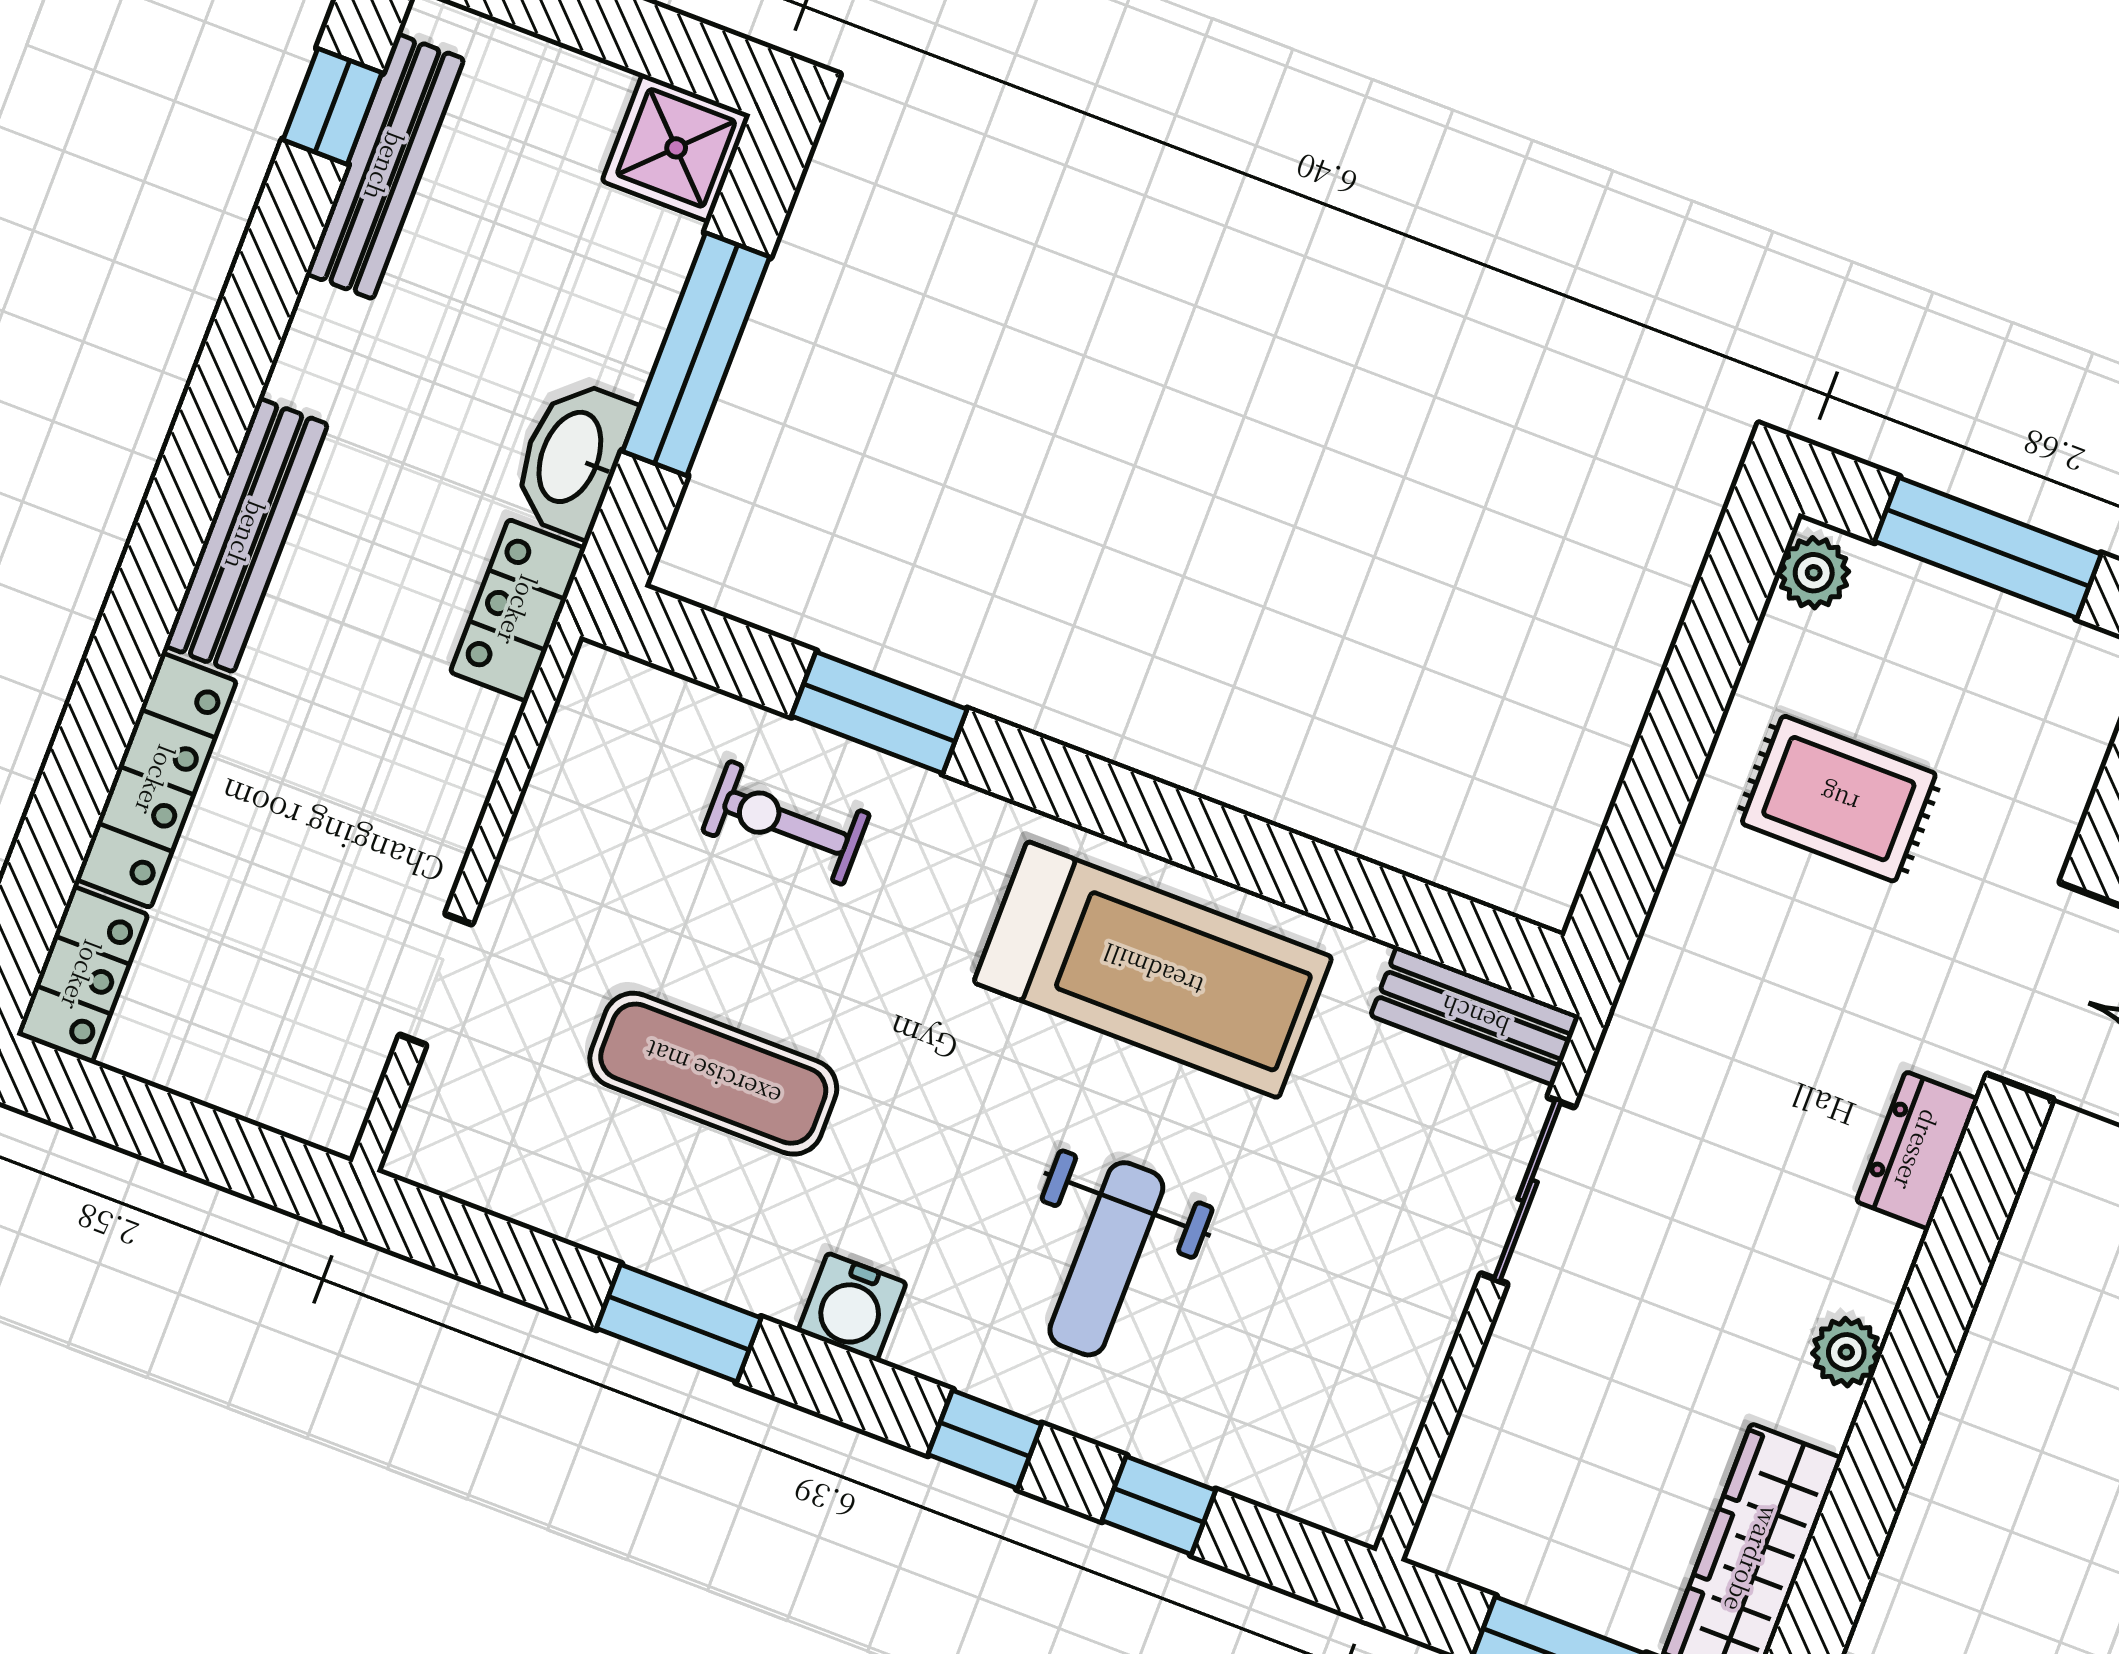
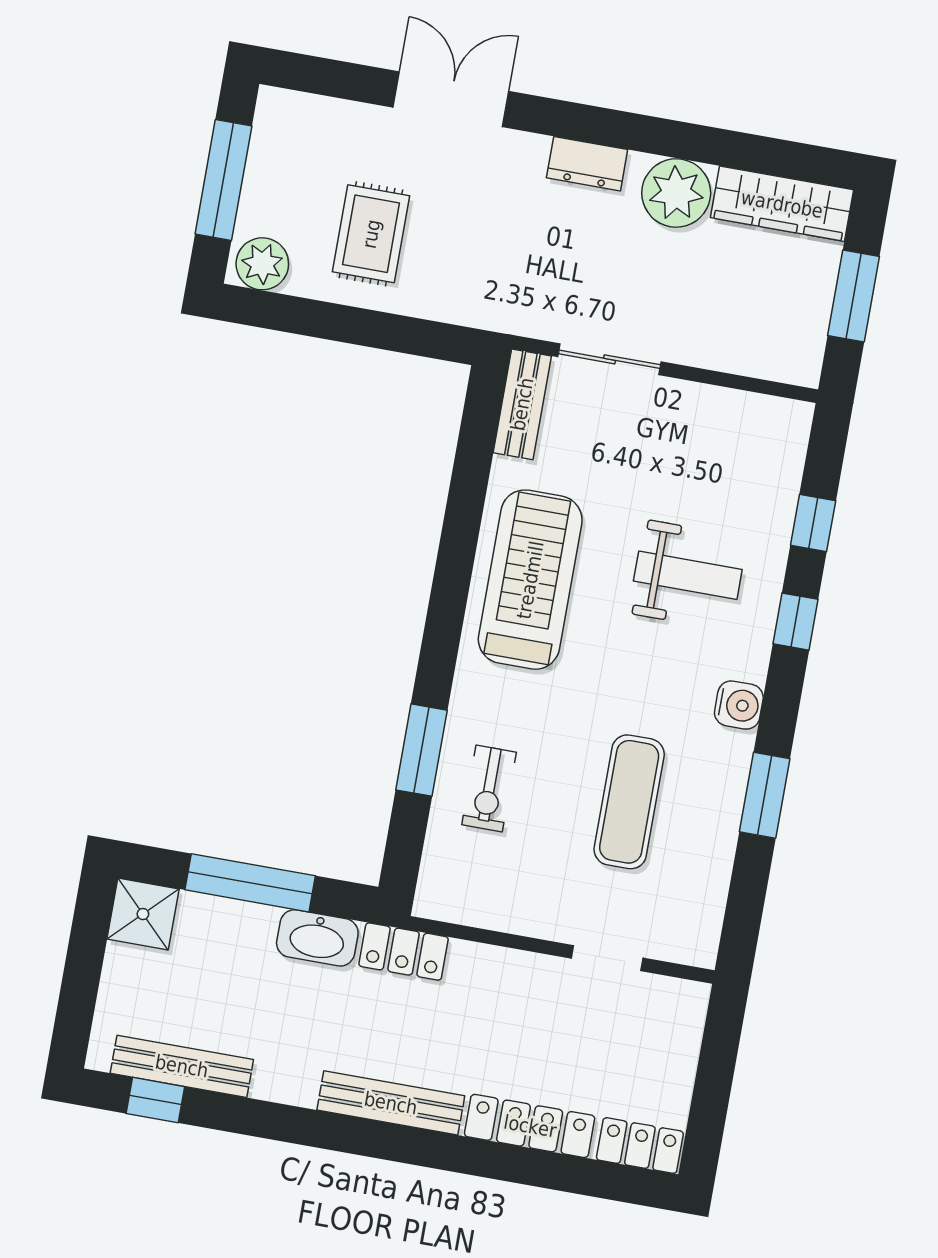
plant: (1814, 573) -> (262, 264), width x1.38, depth x1.38
dresser: (1917, 1150) -> (587, 164), moved
plant: (1846, 1352) -> (676, 193), width x1.88, depth x1.88

